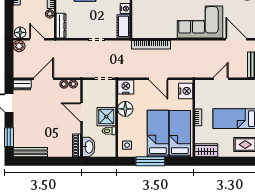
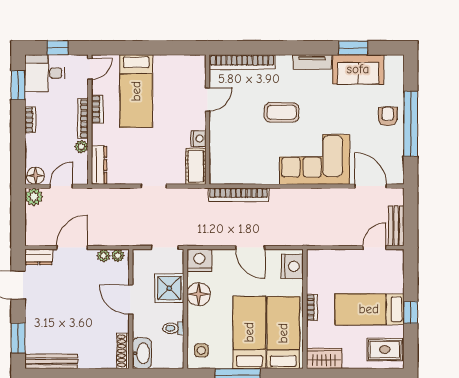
door: (37, 39) -> (61, 186), hinge flipped
door: (221, 79) -> (374, 248), moved
shower: (106, 117) -> (169, 288), moved

